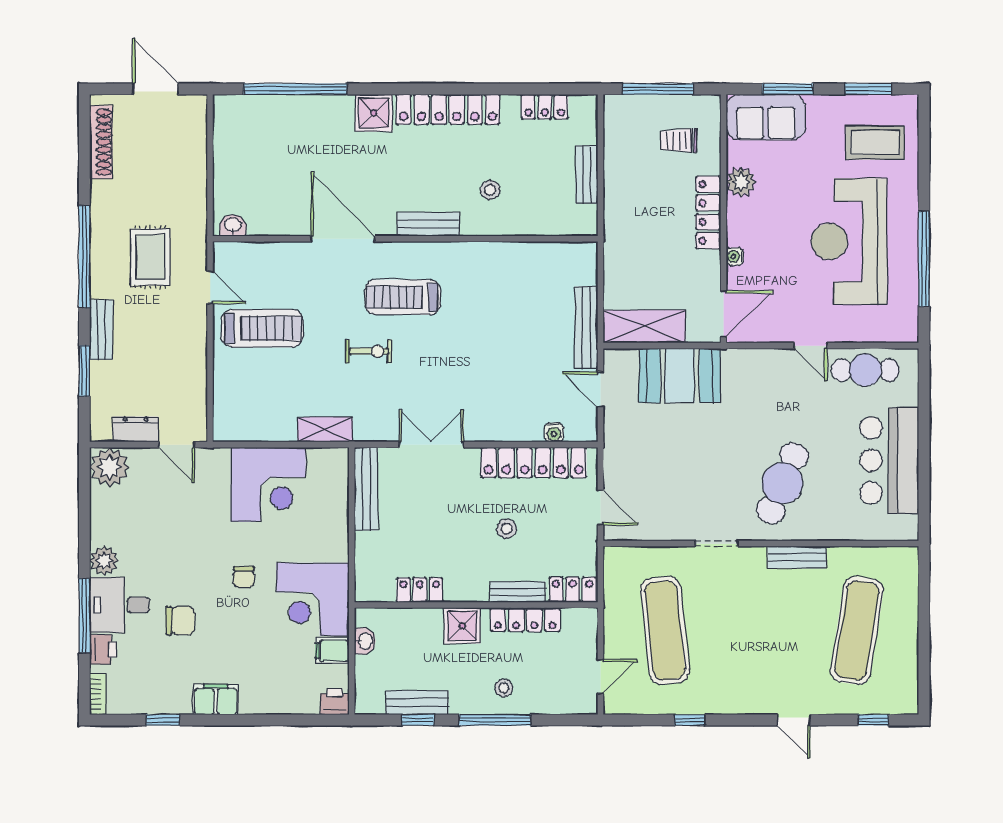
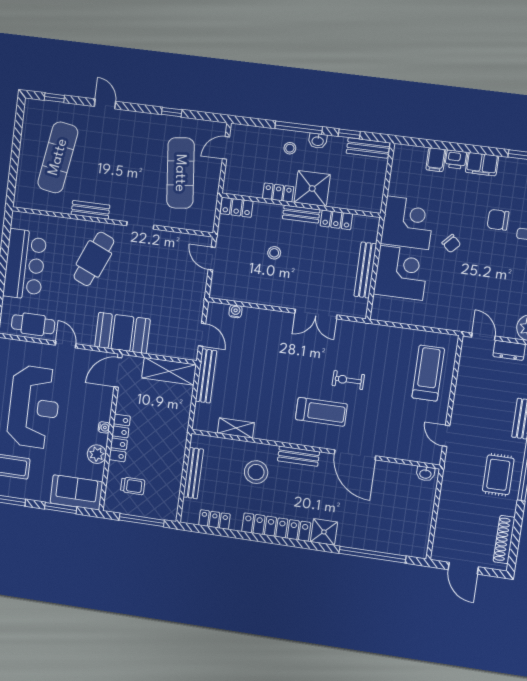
bench: (587, 174) -> (193, 473), width x1.36
stool: (490, 190) -> (256, 472), width x1.89, depth x1.89
rug: (150, 257) -> (498, 475), moved
water cooler: (735, 257) -> (104, 427), moved
treadmill: (262, 328) -> (428, 373), moved, turned 90
booth: (680, 376) -> (122, 333), moved
shelving: (325, 430) -> (236, 428), moved
locker: (534, 463) -> (251, 293), removed
corner desk: (268, 485) -> (401, 273), moved, turned 90
bench: (366, 489) -> (365, 270), moved
chair: (244, 577) -> (451, 244), turned 133
bench: (518, 592) -> (301, 214), moved
locker: (525, 620) -> (278, 193), width x0.66
shower: (462, 626) -> (312, 188), width x1.36, depth x1.36
washbasin: (365, 641) -> (318, 141), moved, turned -90
filing cabinet: (332, 651) -> (436, 160), moved, turned 90
printer: (335, 702) -> (456, 160), moved
bench: (417, 703) -> (368, 148), moved

